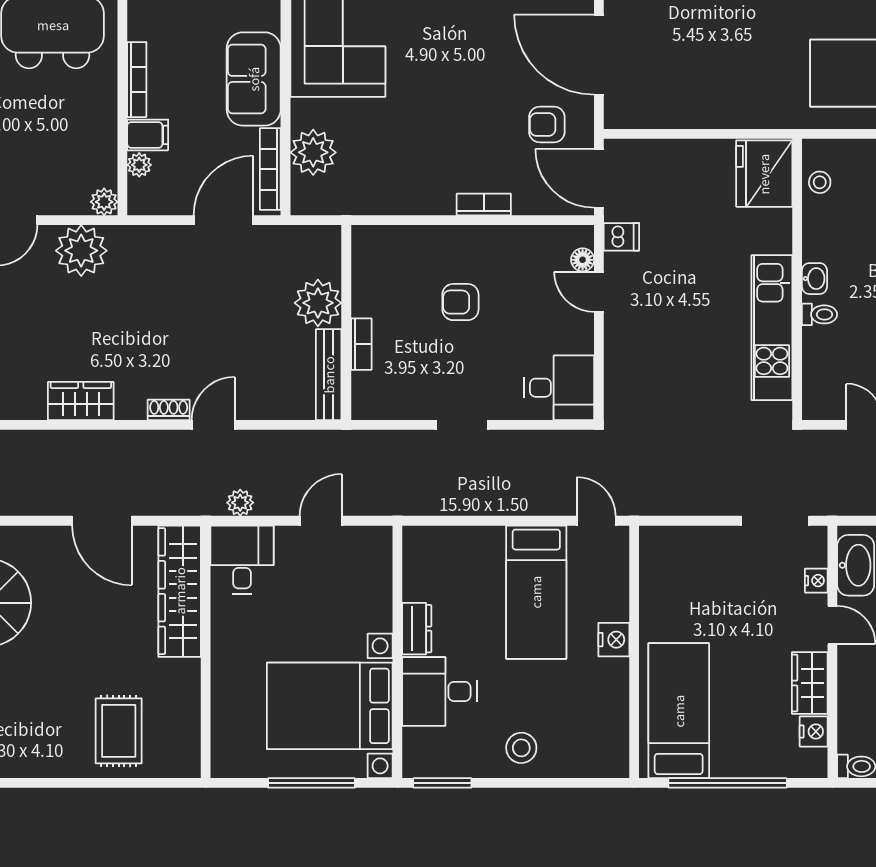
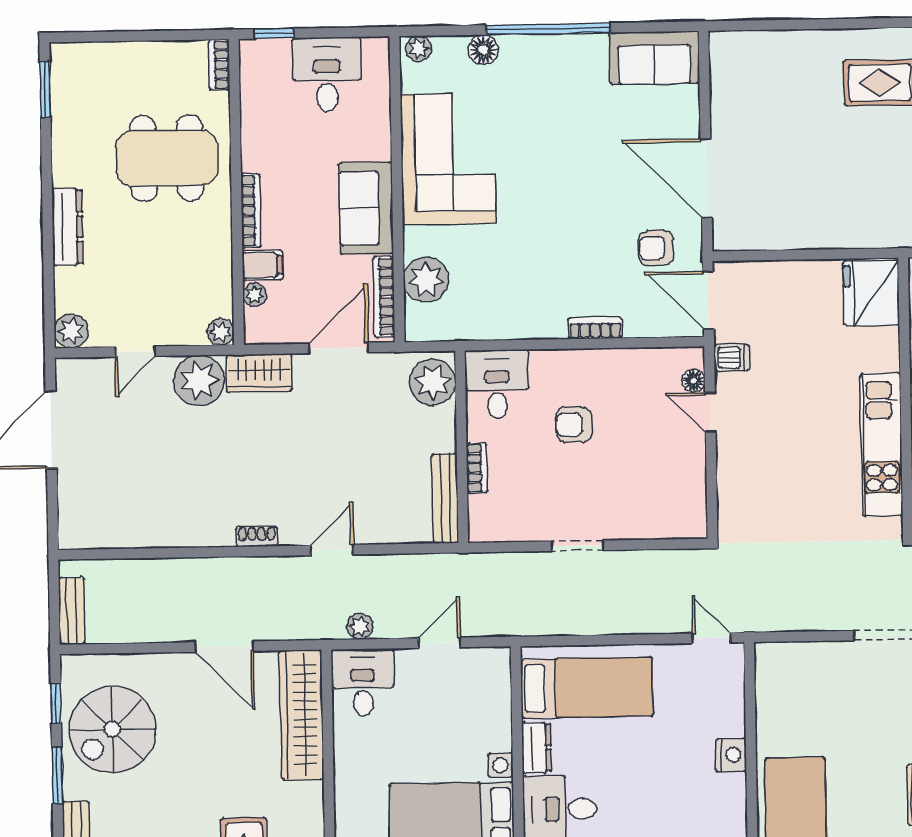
plant: (318, 303) -> (433, 382), moved
desk: (559, 388) -> (497, 384), moved, turned -90
wardrobe: (81, 401) -> (259, 373), moved, turned 180
shoe rack: (169, 410) -> (257, 537), moved
bed: (536, 592) -> (587, 688), moved, turned -90

